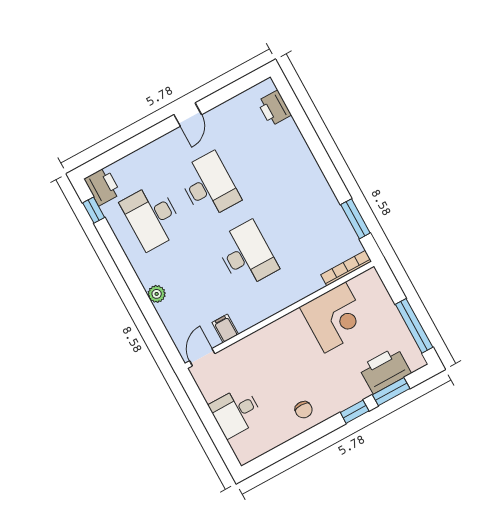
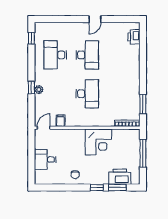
printer: (102, 186) -> (41, 30), removed
window: (142, 298) -> (31, 87), added
corner desk: (335, 317) -> (98, 142), moved
window: (414, 326) -> (143, 153), moved

